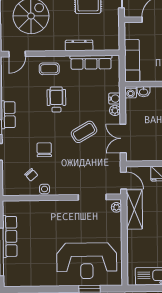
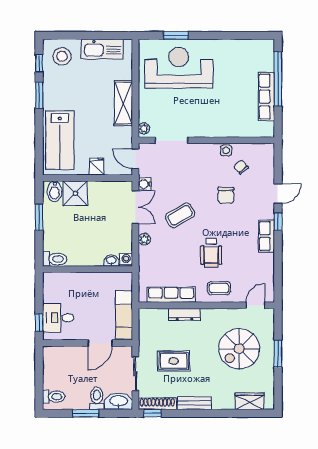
exam couch: (132, 61) -> (124, 315), moved
water cooler: (114, 99) -> (145, 184), moved
shelving: (134, 209) -> (123, 103), moved

